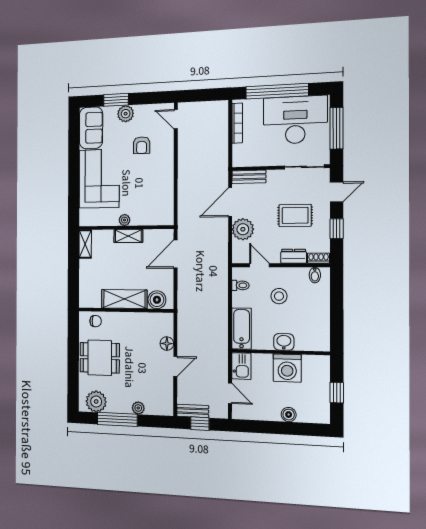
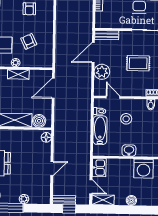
armchair: (141, 190) -> (29, 41), added
dresser: (294, 256) -> (137, 91), removed
bathtub: (241, 328) -> (100, 130), moved
floor lamp: (167, 344) -> (46, 137), moved
washing machine: (287, 368) -> (144, 169), moved
shelving: (247, 413) -> (103, 200), added

